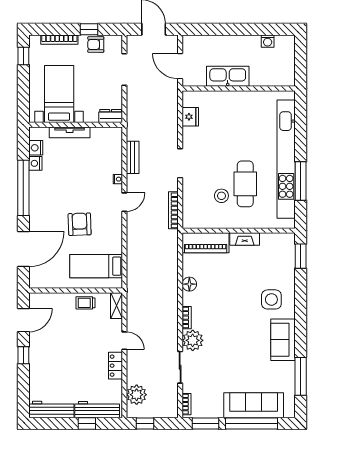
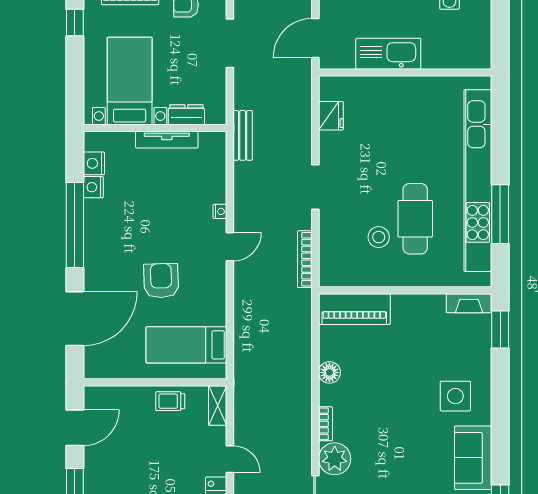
door: (180, 66) -> (315, 38), hinge flipped
dresser: (111, 116) -> (186, 115), moved
tv unit: (70, 132) -> (167, 140), moved
bench: (133, 157) -> (243, 135), moved
fireplace: (245, 239) -> (469, 303), moved

